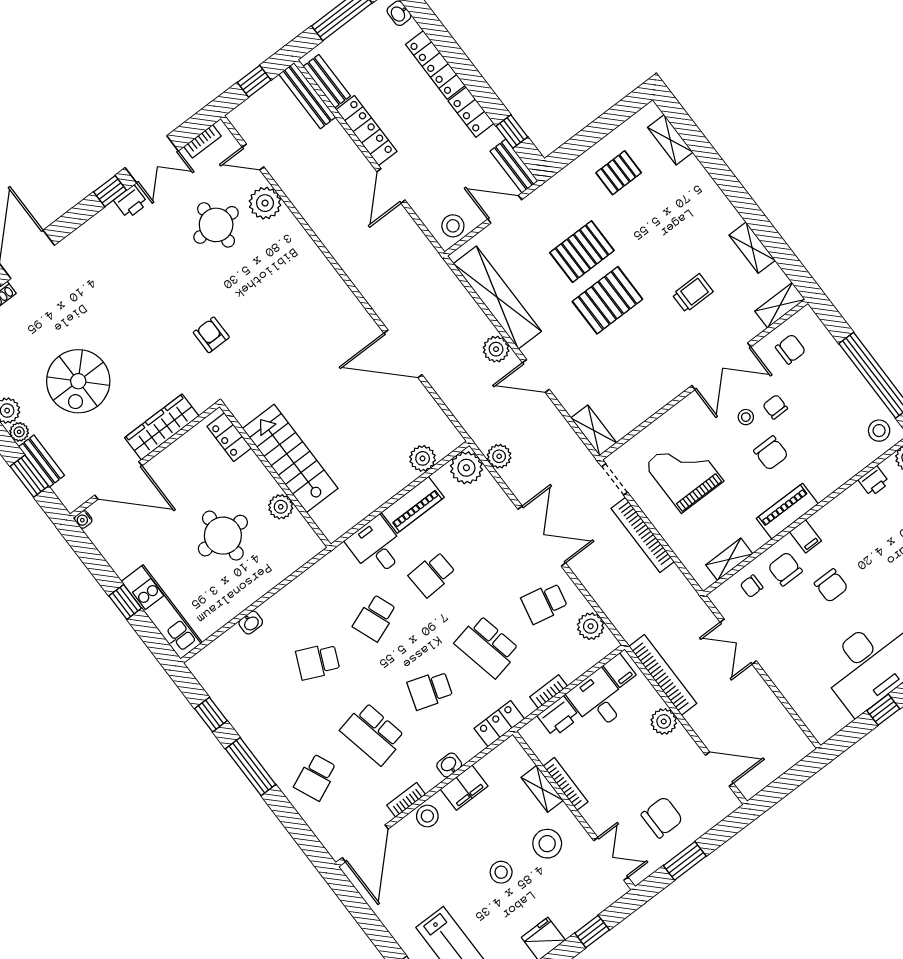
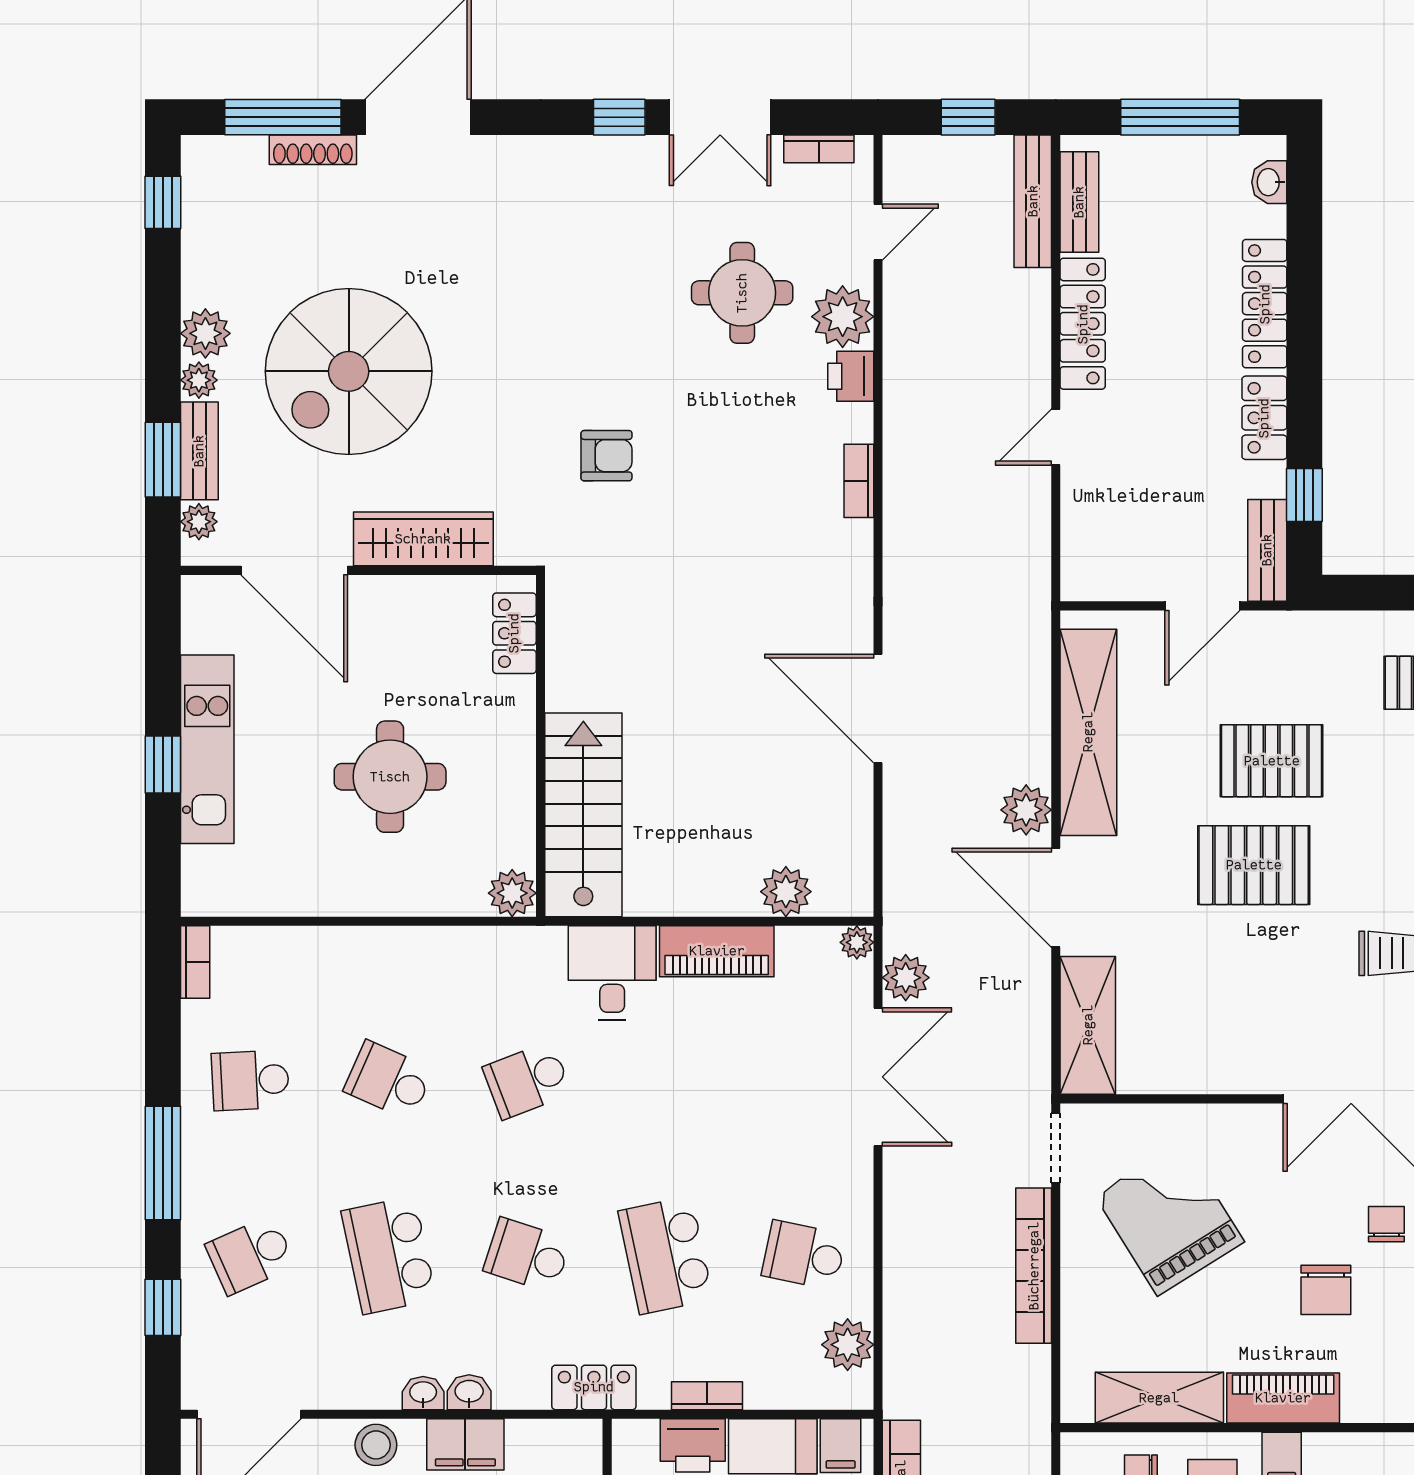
door: (253, 157) -> (878, 232), swing flipped
door: (391, 186) -> (1056, 437), width x0.73
printer: (131, 202) -> (851, 376), moved, turned 90
door: (505, 209) -> (1202, 606), swing flipped
stool: (453, 226) -> (1104, 571), removed
bookcase: (323, 266) -> (859, 481), added
armchair: (211, 335) -> (606, 456), turned 90
door: (536, 376) -> (1056, 898), width x1.36
spiral stairs: (78, 381) -> (349, 371), width x1.37, depth x1.37
stool: (746, 417) -> (1329, 1205), removed
shelving: (594, 430) -> (1088, 1025), width x1.50, depth x1.33
stairs: (290, 458) -> (583, 815), moved
plant: (466, 468) -> (857, 942), width x0.53, depth x0.53
grand piano: (684, 473) -> (1170, 1219), turned -32
plant: (64, 490) -> (199, 522), added
plant: (281, 507) -> (512, 893), moved
water cooler: (83, 519) -> (195, 589), removed
double door: (542, 536) -> (878, 1077), moved
shelving: (729, 559) -> (1159, 1398), width x1.50, depth x1.33
school desk: (432, 574) -> (250, 1080), moved
kitchen unit: (162, 612) -> (207, 749), moved
washbasin: (251, 623) -> (423, 1393), moved, turned 180
window: (211, 715) -> (163, 1307), moved
bookcase: (406, 800) -> (195, 962), moved, turned 90

